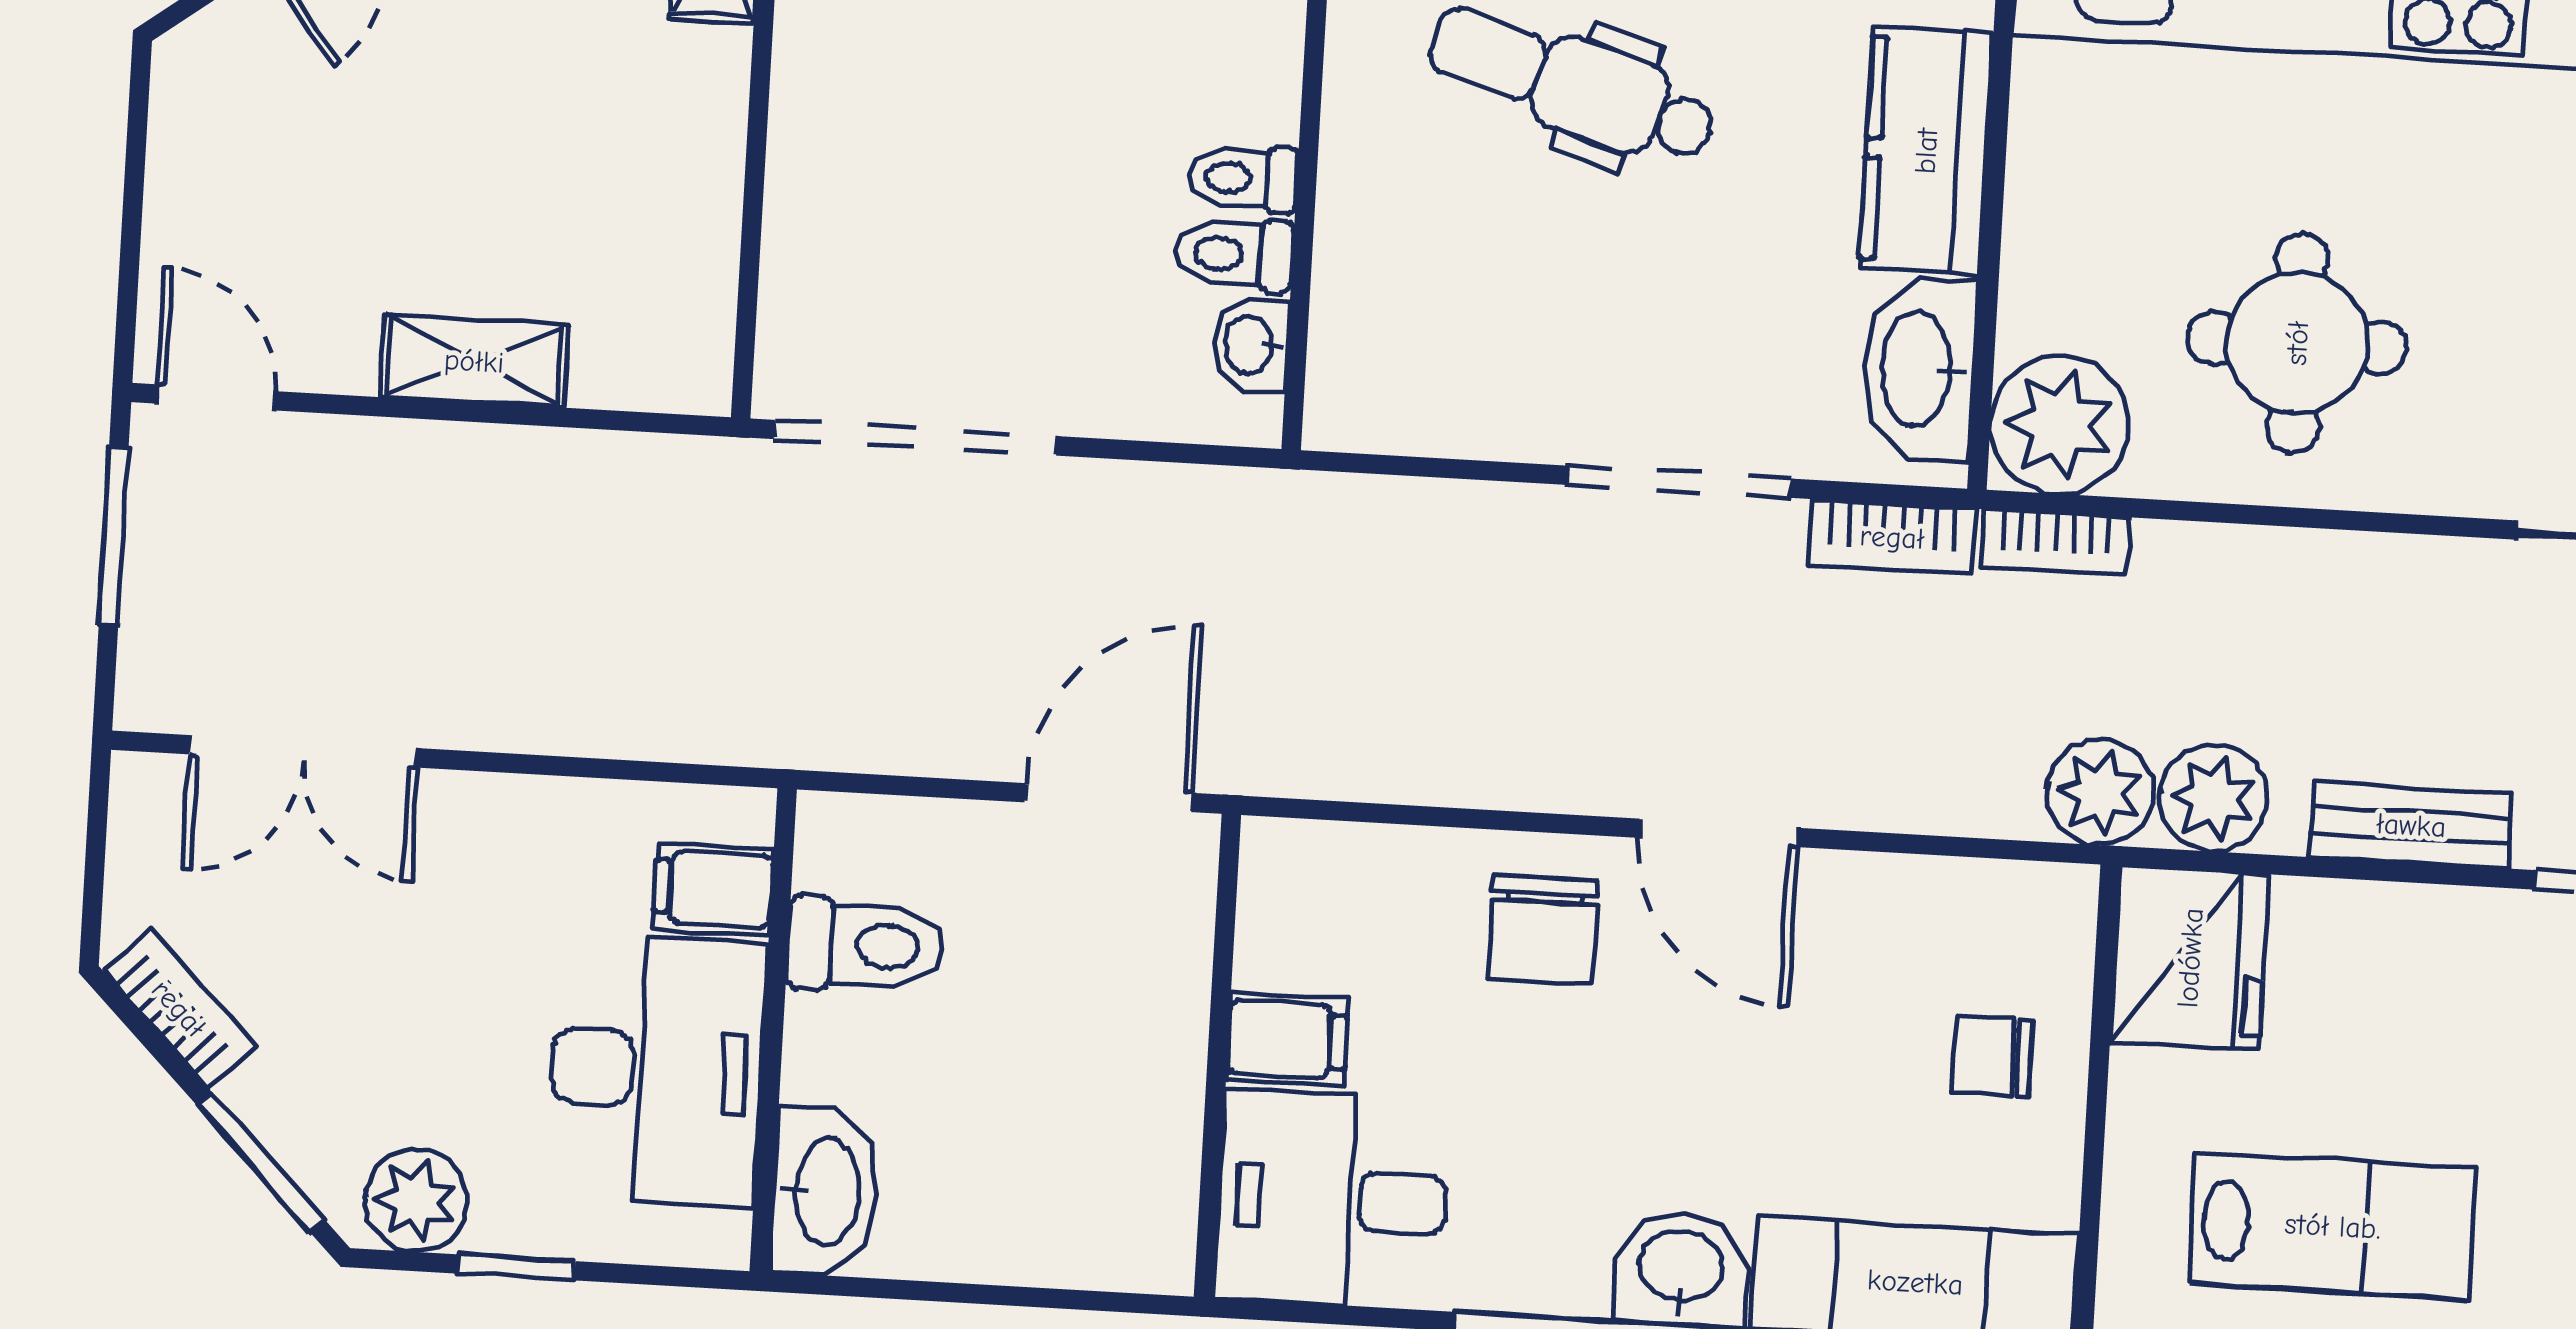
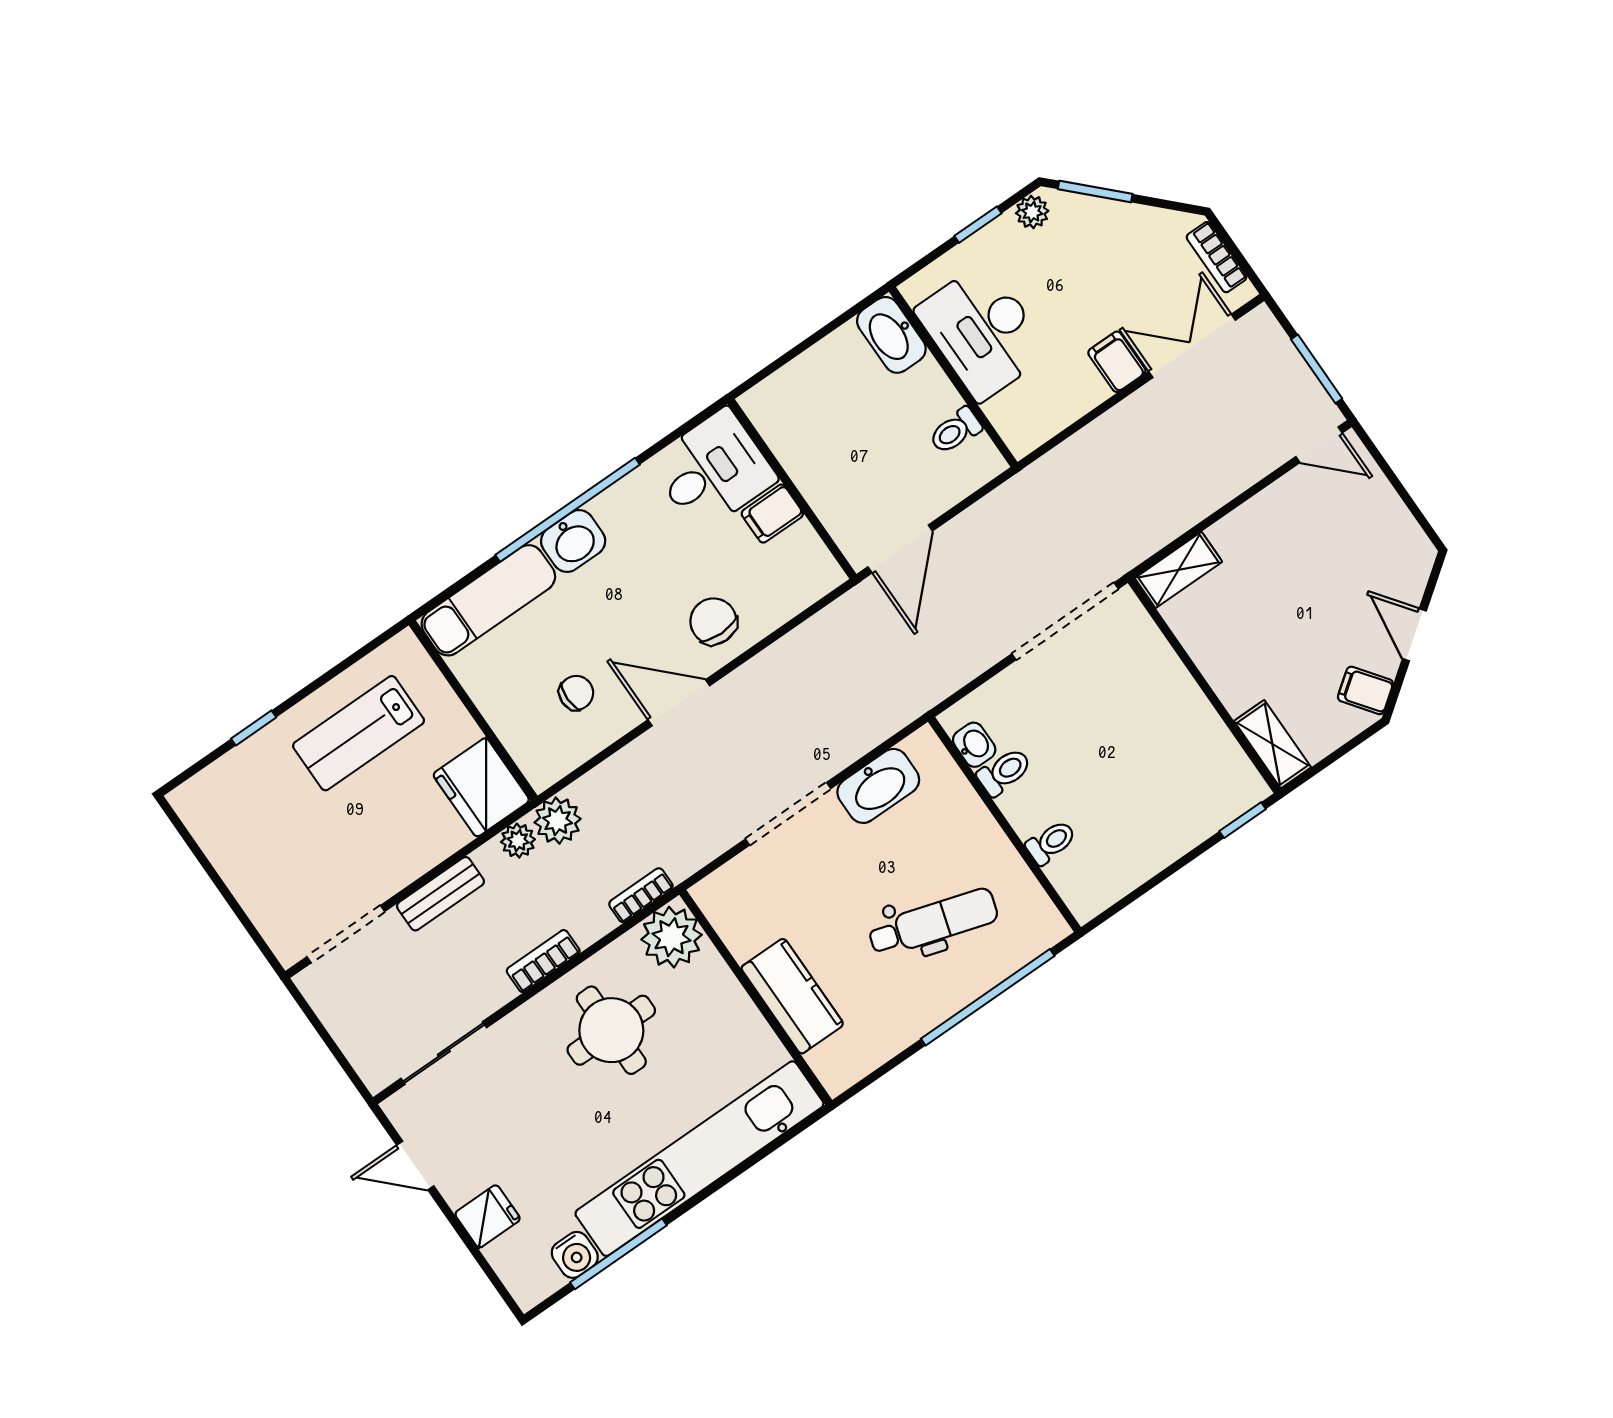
toilet: (1243, 178) -> (1051, 842), moved
shelving: (474, 361) -> (1178, 570), moved
washbasin: (1919, 369) -> (878, 786), moved, turned 90
bookcase: (1892, 537) -> (543, 961), moved
plant: (2214, 798) -> (518, 841), width x0.73, depth x0.73
filing cabinet: (713, 889) -> (1117, 362), moved, turned -90
toilet: (866, 945) -> (955, 431), width x0.73, depth x0.72
bookcase: (179, 1008) -> (1217, 257), moved, turned 45
chair: (1993, 1056) -> (576, 693), moved
plant: (416, 1201) -> (1032, 212), width x0.73, depth x0.73

